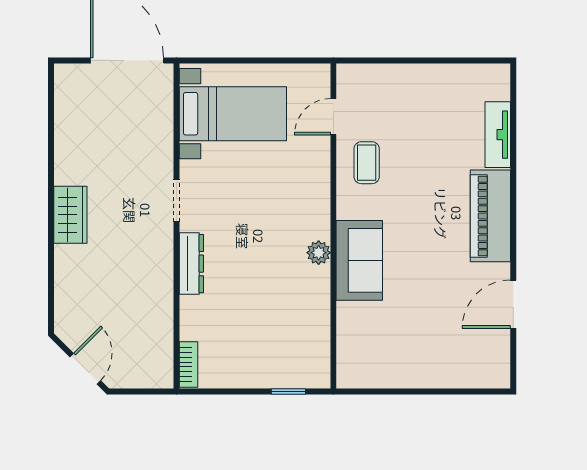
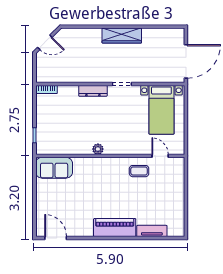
wardrobe: (70, 215) -> (122, 36), width x1.50
sofa: (359, 260) -> (54, 168), moved
door: (513, 304) -> (56, 238), moved

